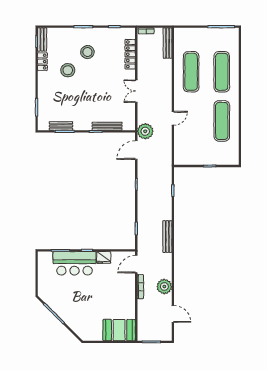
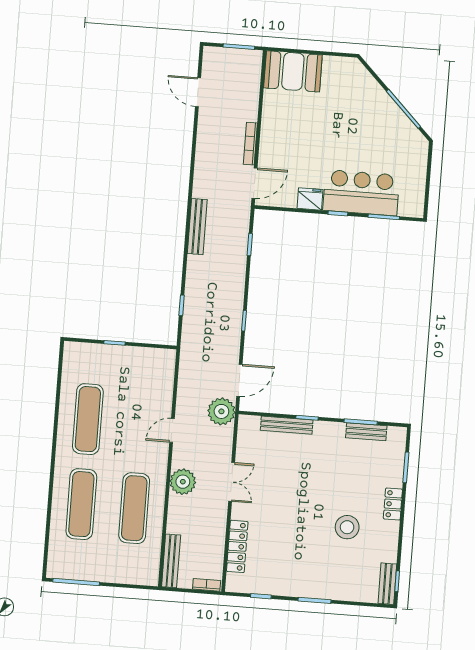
stool: (87, 52) -> (311, 556), removed
locker: (42, 62) -> (393, 504), moved
plant: (164, 286) -> (183, 482), moved

